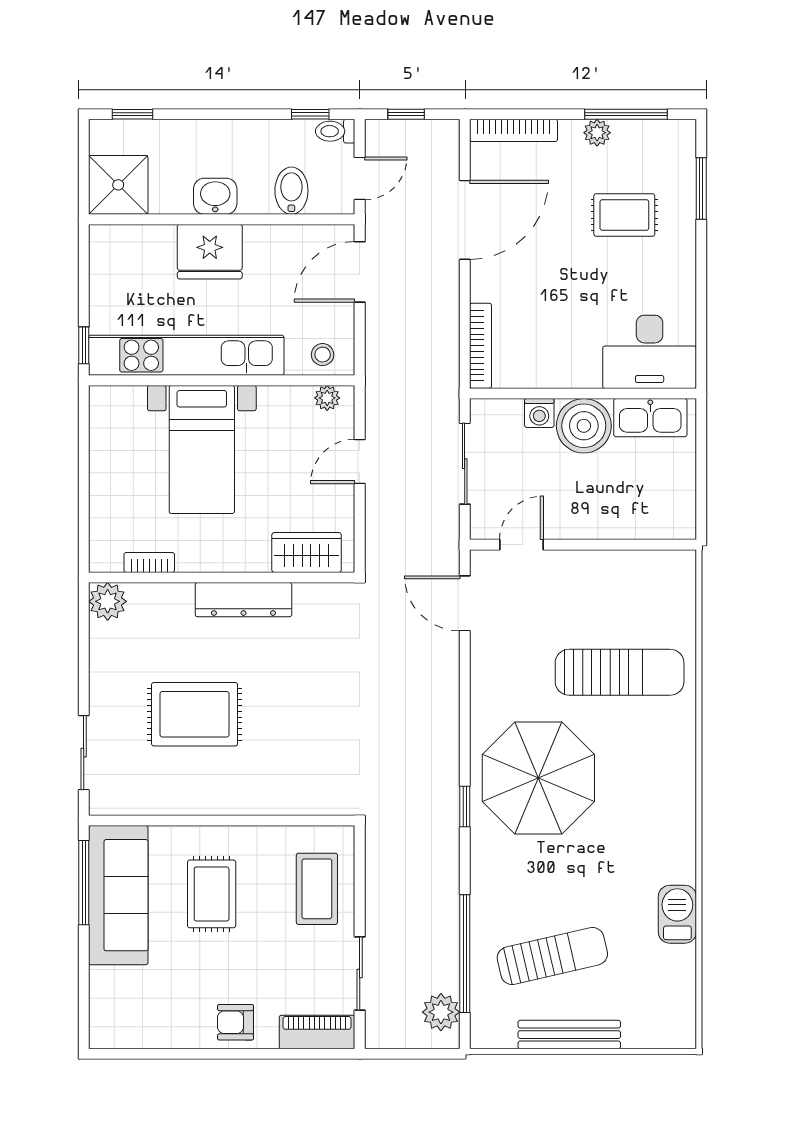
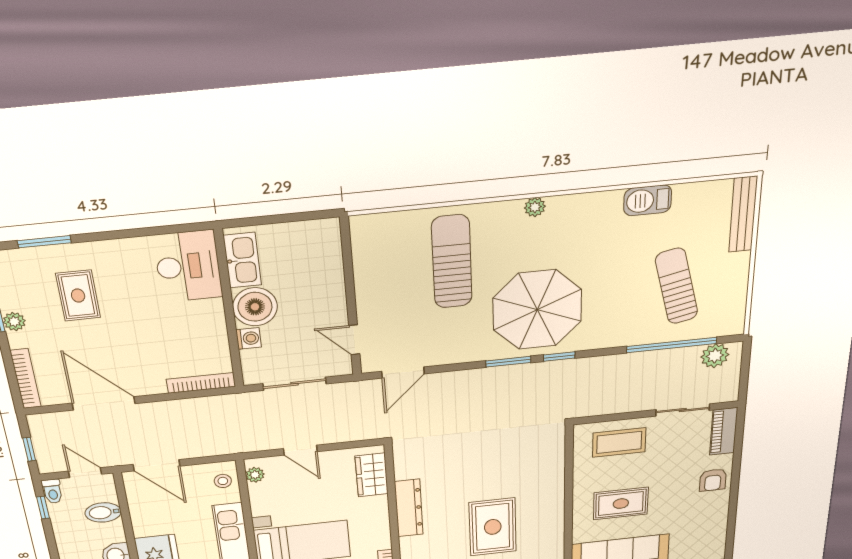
window: (465, 740) -> (508, 362), added
plant: (683, 776) -> (535, 207), added
bench: (569, 1035) -> (743, 214), moved

